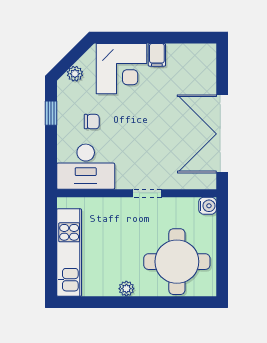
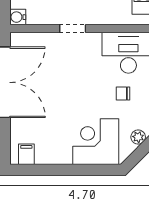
filing cabinet: (157, 55) -> (26, 154), moved

